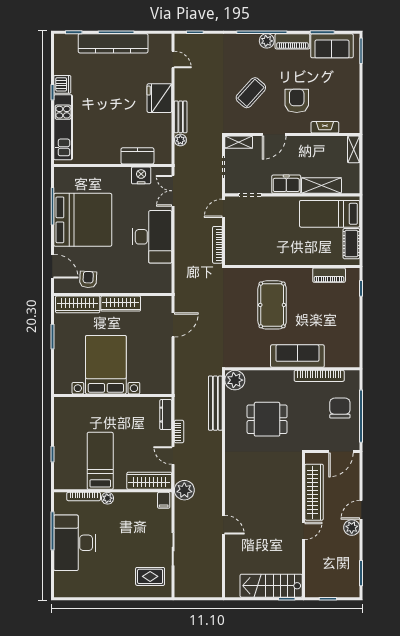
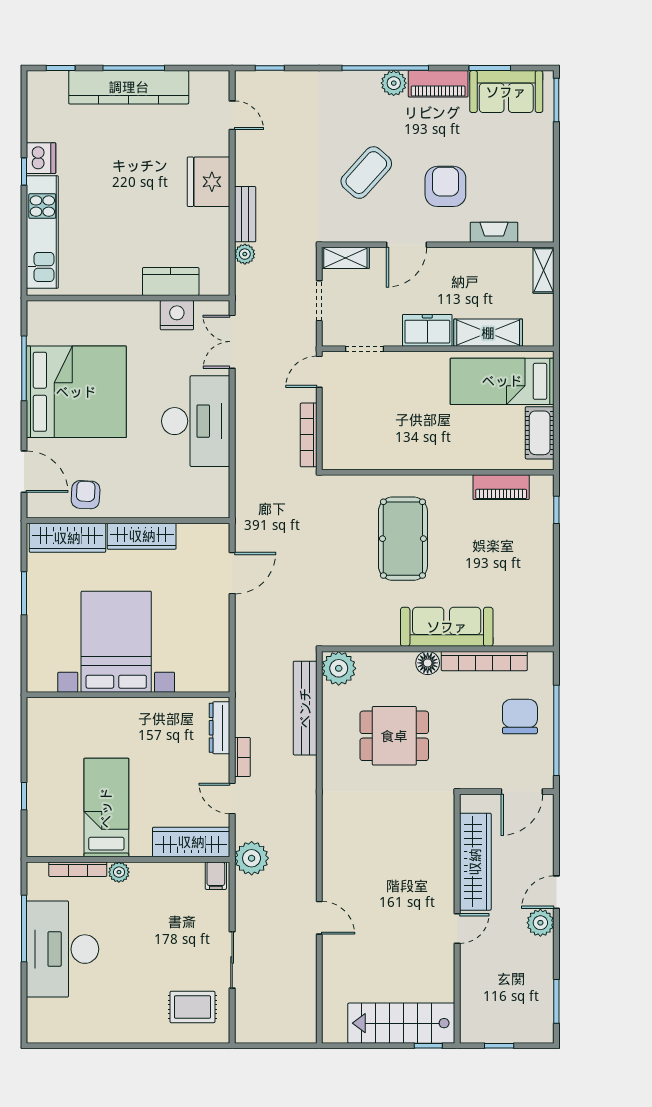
floor lamp: (286, 377) -> (428, 663), added

